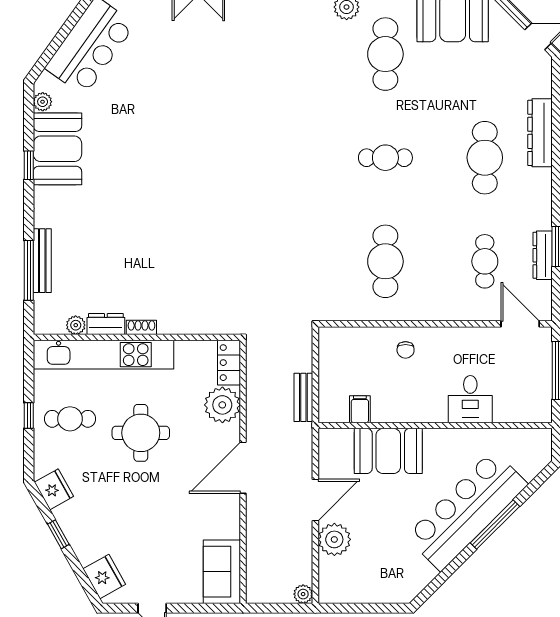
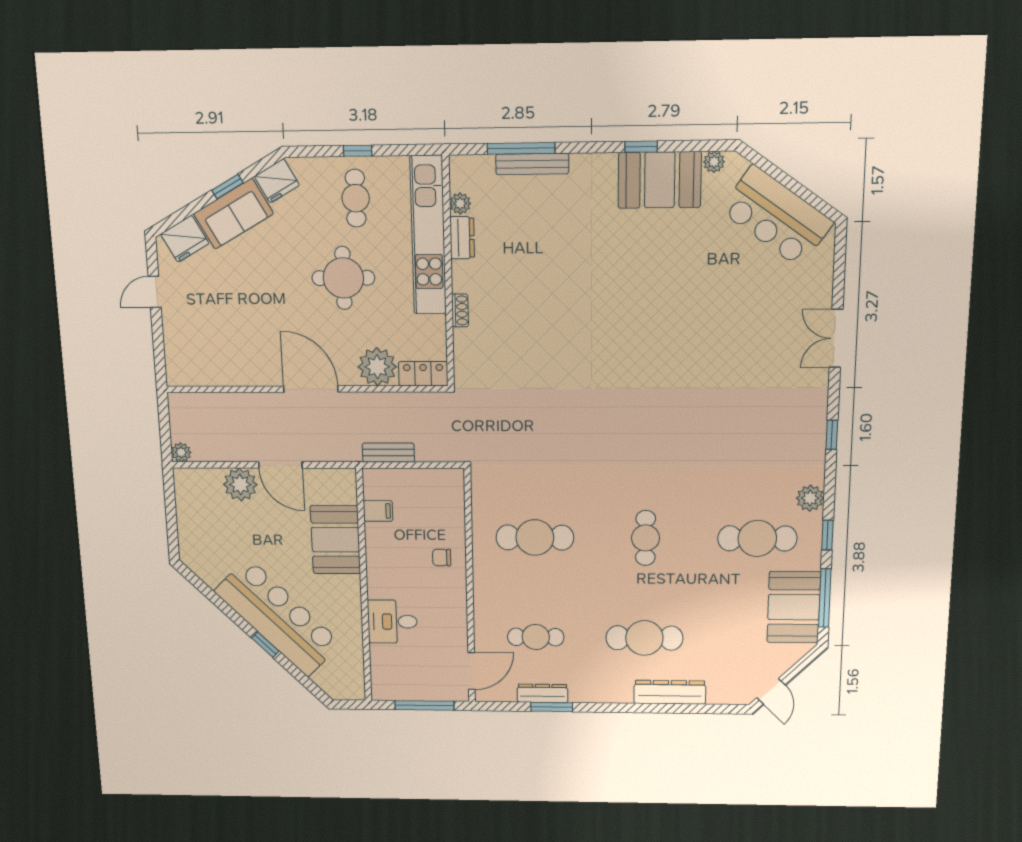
shoe rack: (141, 327) -> (460, 310), moved
window: (495, 525) -> (265, 645), width x0.46
sofa: (222, 572) -> (234, 214), moved, turned 151

